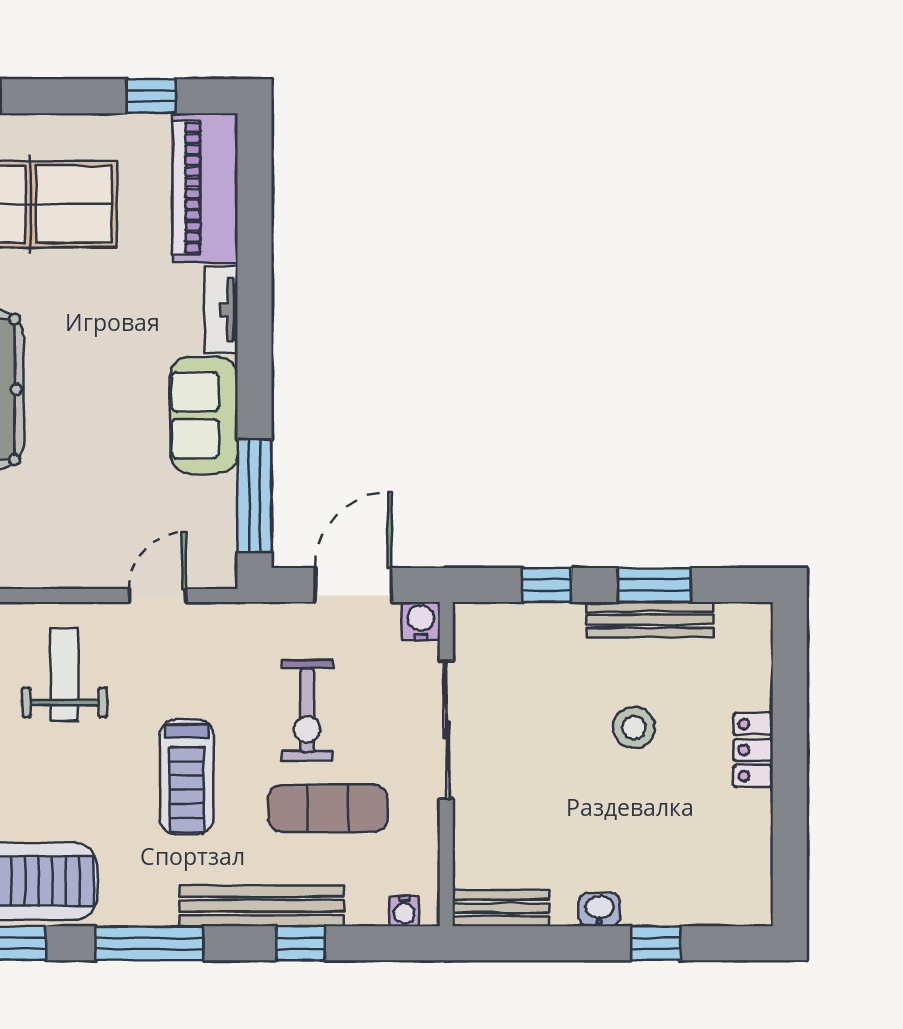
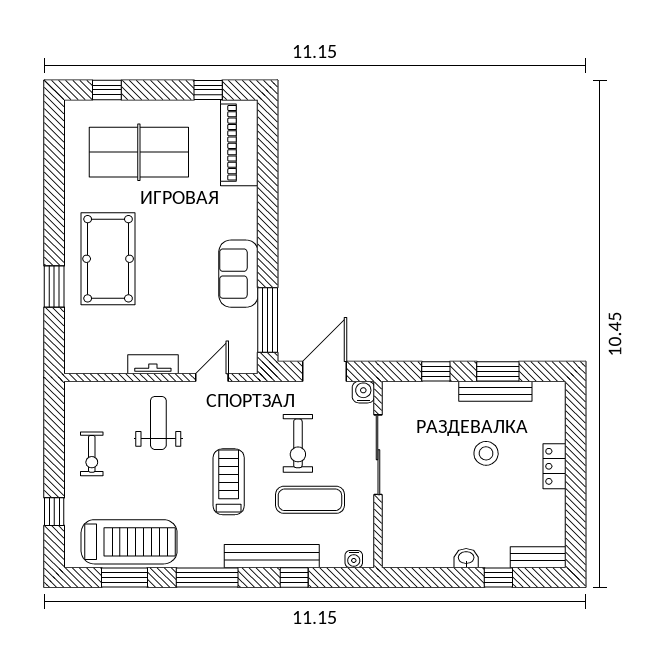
tv unit: (221, 310) -> (153, 364), moved, turned 90
treadmill: (187, 777) -> (229, 482), turned 180
bench: (501, 908) -> (538, 557), moved

